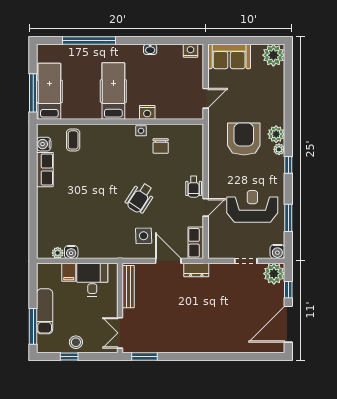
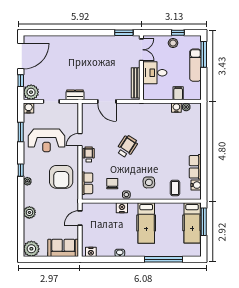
plant: (276, 134) -> (29, 212), moved
armchair: (244, 139) -> (61, 177), moved
side table: (144, 236) -> (149, 182), moved
row of seats: (196, 243) -> (87, 183), moved
dresser: (196, 270) -> (75, 95), moved
desk: (92, 280) -> (155, 73), moved, turned 90

